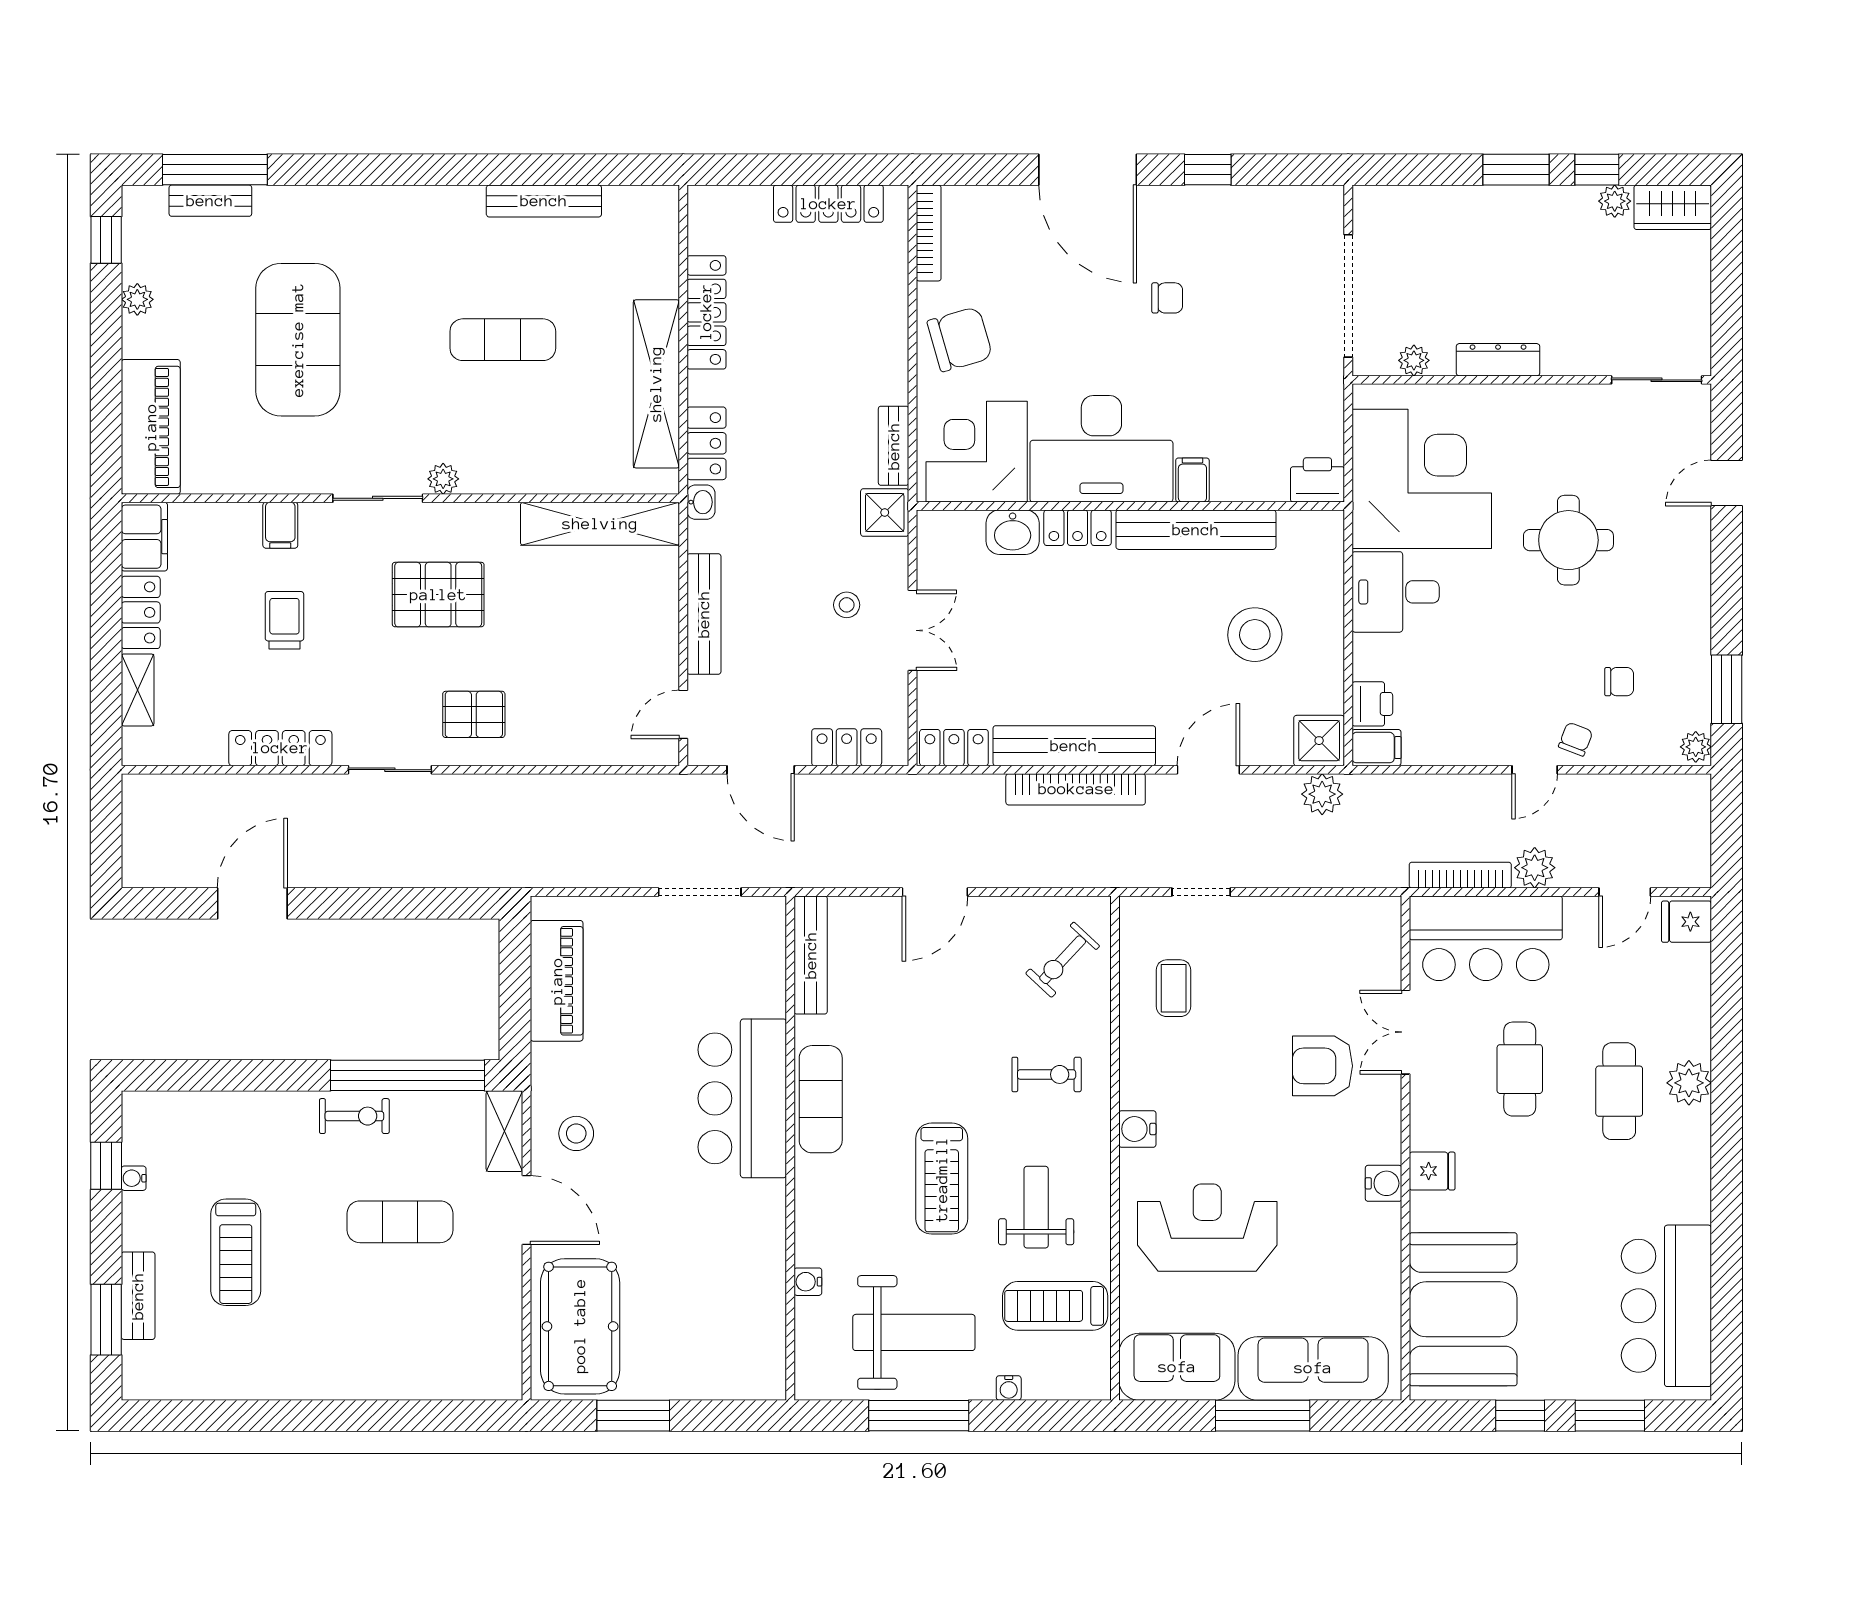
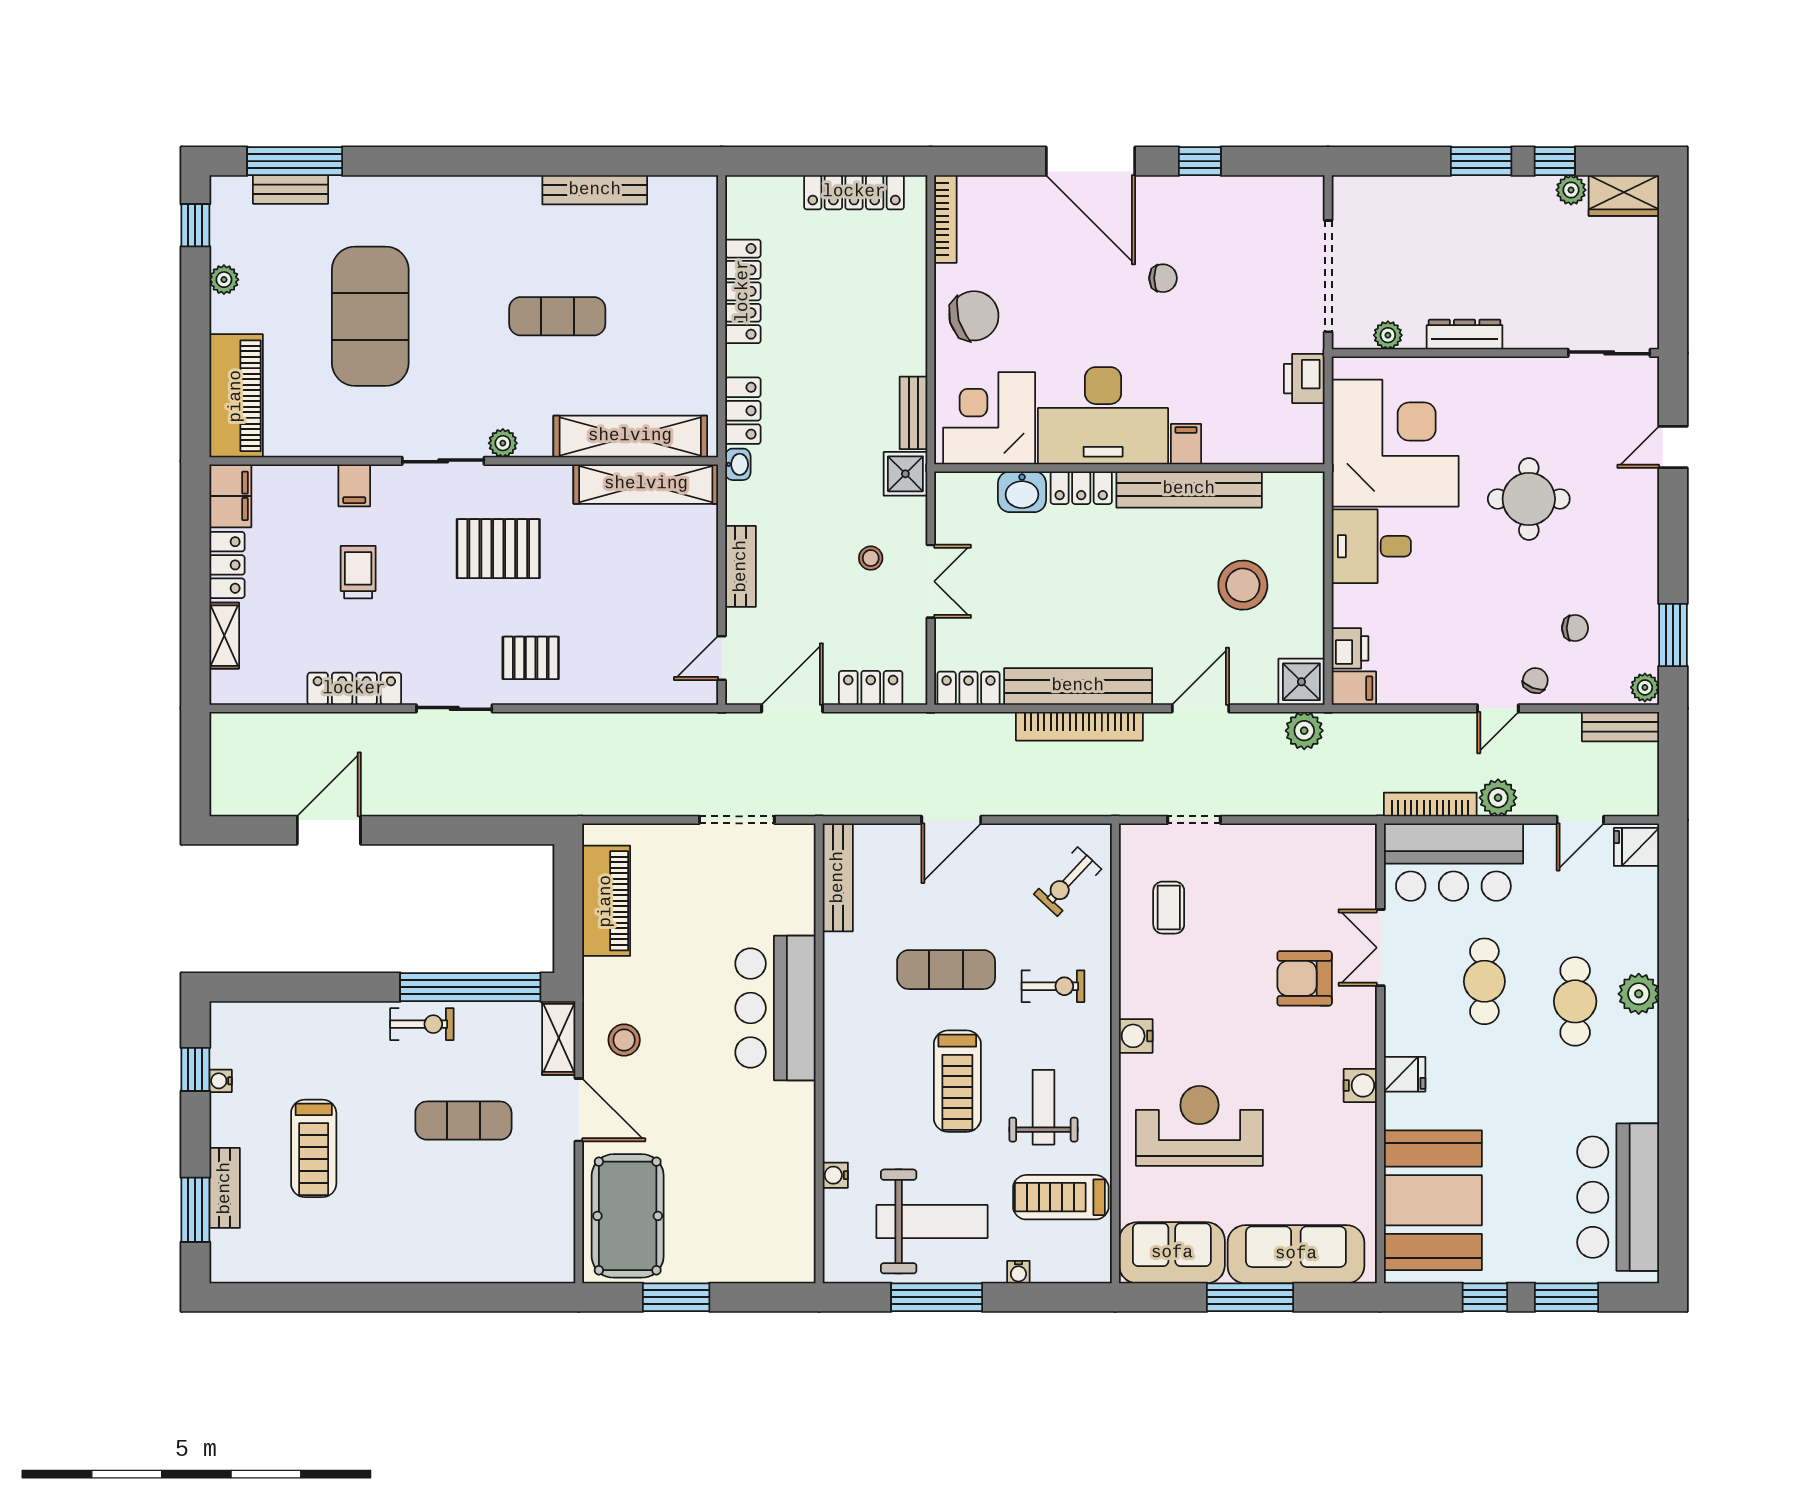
shelving: (656, 384) -> (630, 436), moved, turned 90
printer: (1317, 480) -> (1304, 379), moved, turned -90
bench: (704, 614) -> (741, 566), width x0.73
door: (761, 770) -> (792, 708), swing flipped
bench: (1669, 790) -> (1620, 727), added
exercise mat: (821, 1099) -> (946, 970), moved, turned 90

